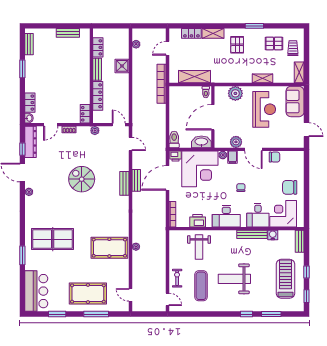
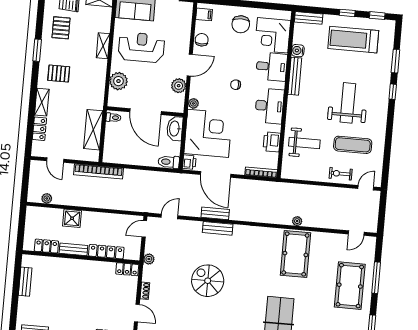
filing cabinet: (232, 157) -> (204, 14), moved
spiral stairs: (82, 179) -> (208, 281), turned 90
weight bench: (234, 279) -> (348, 103), turned 180

